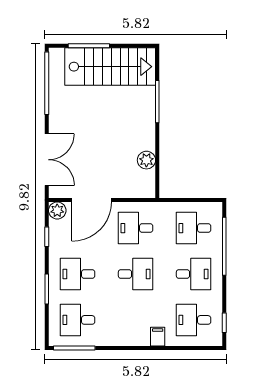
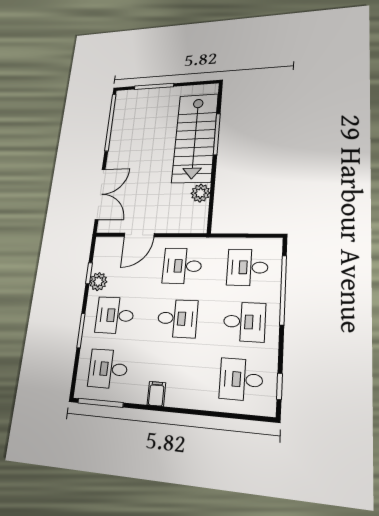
stairs: (110, 67) -> (195, 138), moved, turned 90
door: (92, 200) -> (139, 235), width x0.73
plant: (57, 211) -> (98, 282), moved
filing cabinet: (158, 337) -> (156, 394), moved

